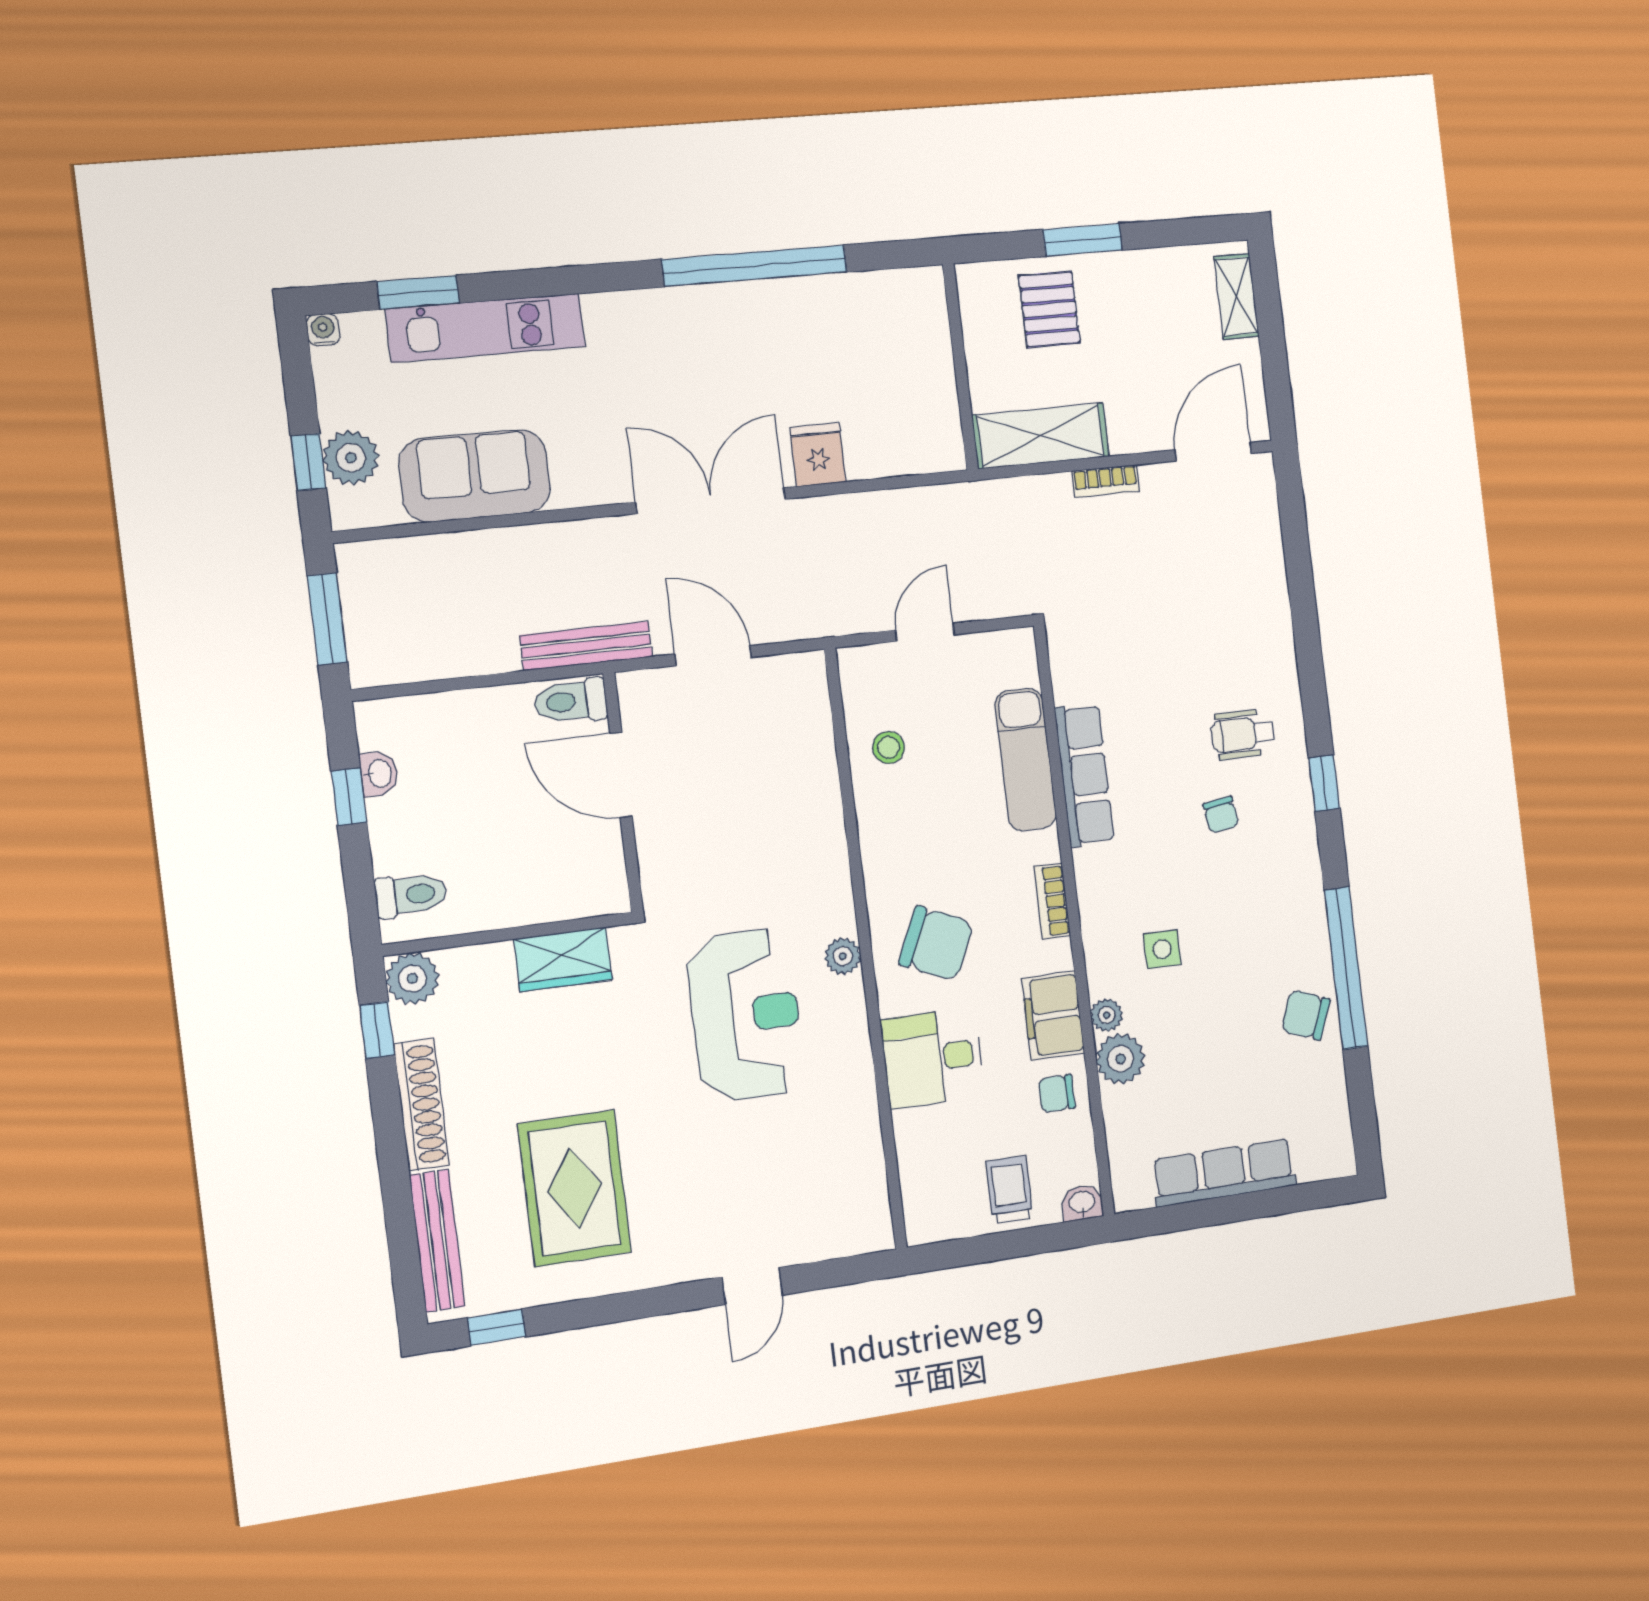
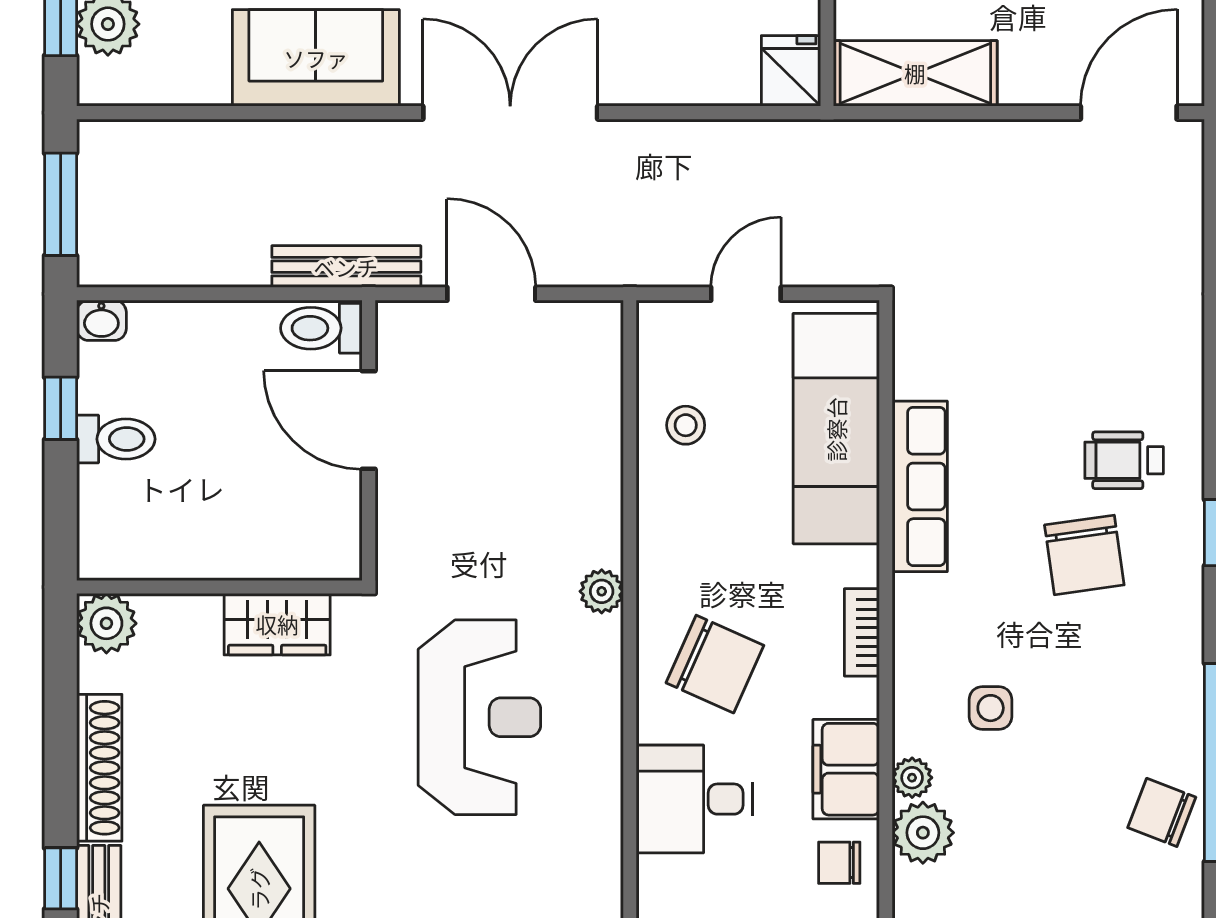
fridge: (818, 455) -> (791, 71), moved
sofa: (475, 476) -> (316, 58), moved
bookcase: (1106, 481) -> (989, 135), removed
exam couch: (1026, 760) -> (836, 429), width x1.36, depth x1.45
washbasin: (379, 774) -> (101, 320), moved, turned 90
chair: (1221, 815) -> (1084, 555), width x1.87, depth x1.87
toilet: (411, 895) -> (116, 439), moved
plant: (843, 956) -> (602, 591), moved
window: (377, 1030) -> (61, 878), moved

